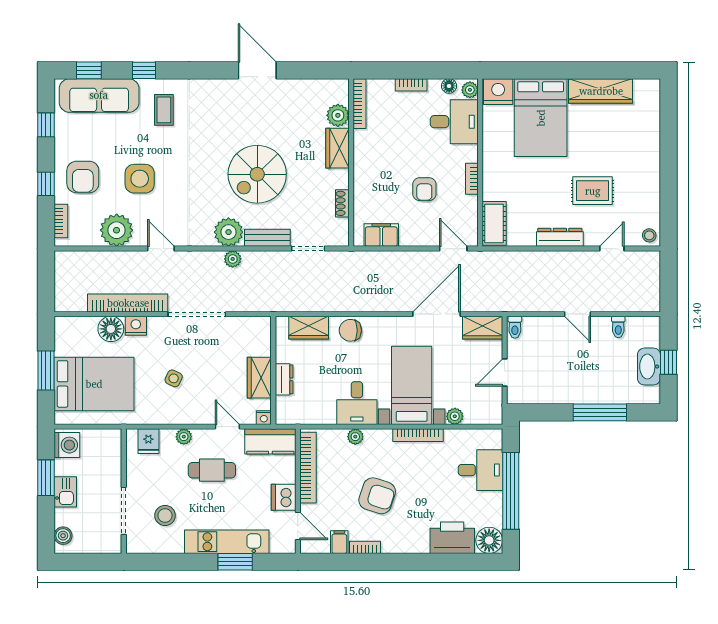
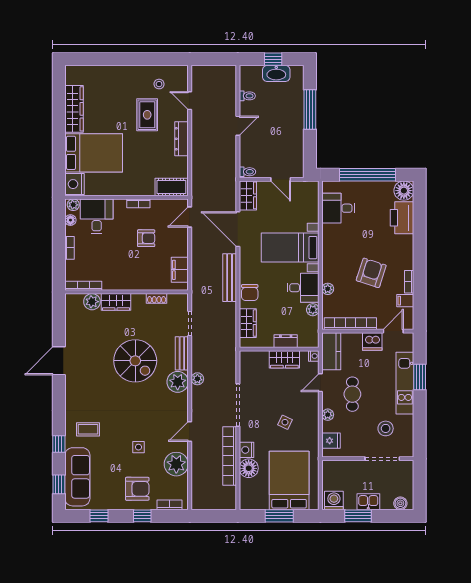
side table: (140, 179) -> (138, 447), width x0.54, depth x0.54
stool: (649, 235) -> (159, 84), moved
bench: (371, 303) -> (230, 278), added
plant: (455, 416) -> (313, 310), moved
bookcase: (418, 435) -> (327, 243), removed
desk: (480, 470) -> (338, 208), moved, turned -90

